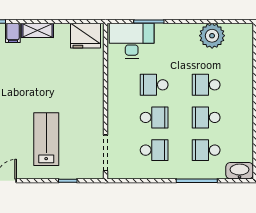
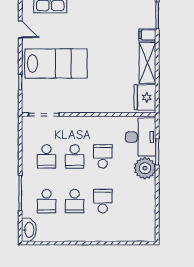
shelving: (37, 30) -> (147, 63), width x1.50, depth x1.33
plant: (212, 36) -> (145, 168), moved
school desk: (206, 117) -> (75, 201), turned 180
lab bench: (46, 139) -> (56, 64), width x1.36, depth x1.39
school desk: (206, 150) -> (47, 201), turned 180

